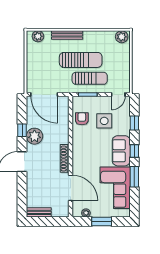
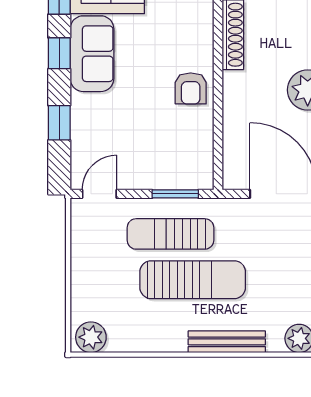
sun lounger: (81, 60) -> (193, 280), turned 180
armchair: (82, 119) -> (191, 88), moved
side table: (104, 121) -> (134, 128), removed

